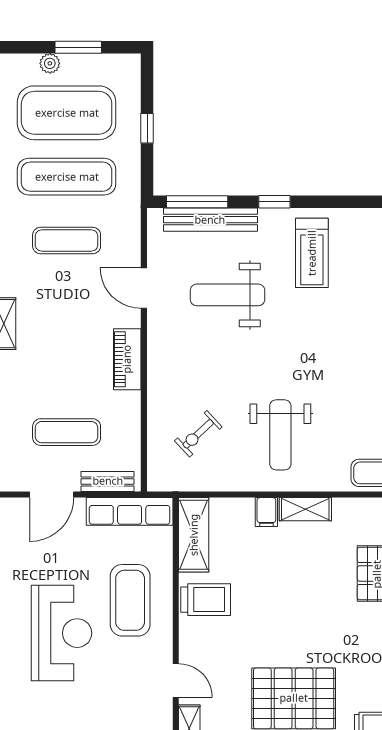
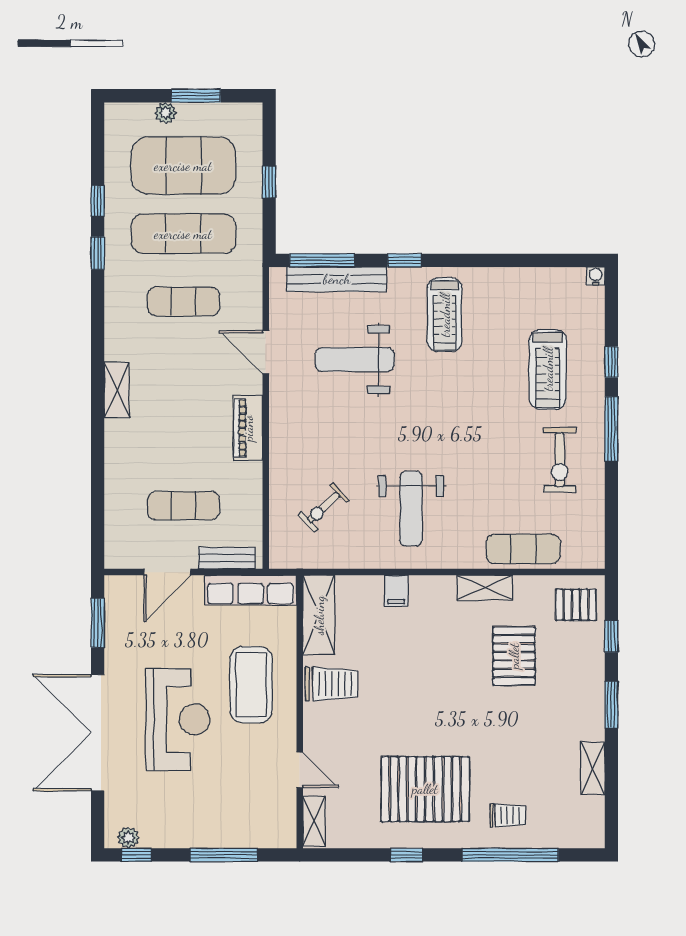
shelving: (305, 509) -> (485, 588), moved

